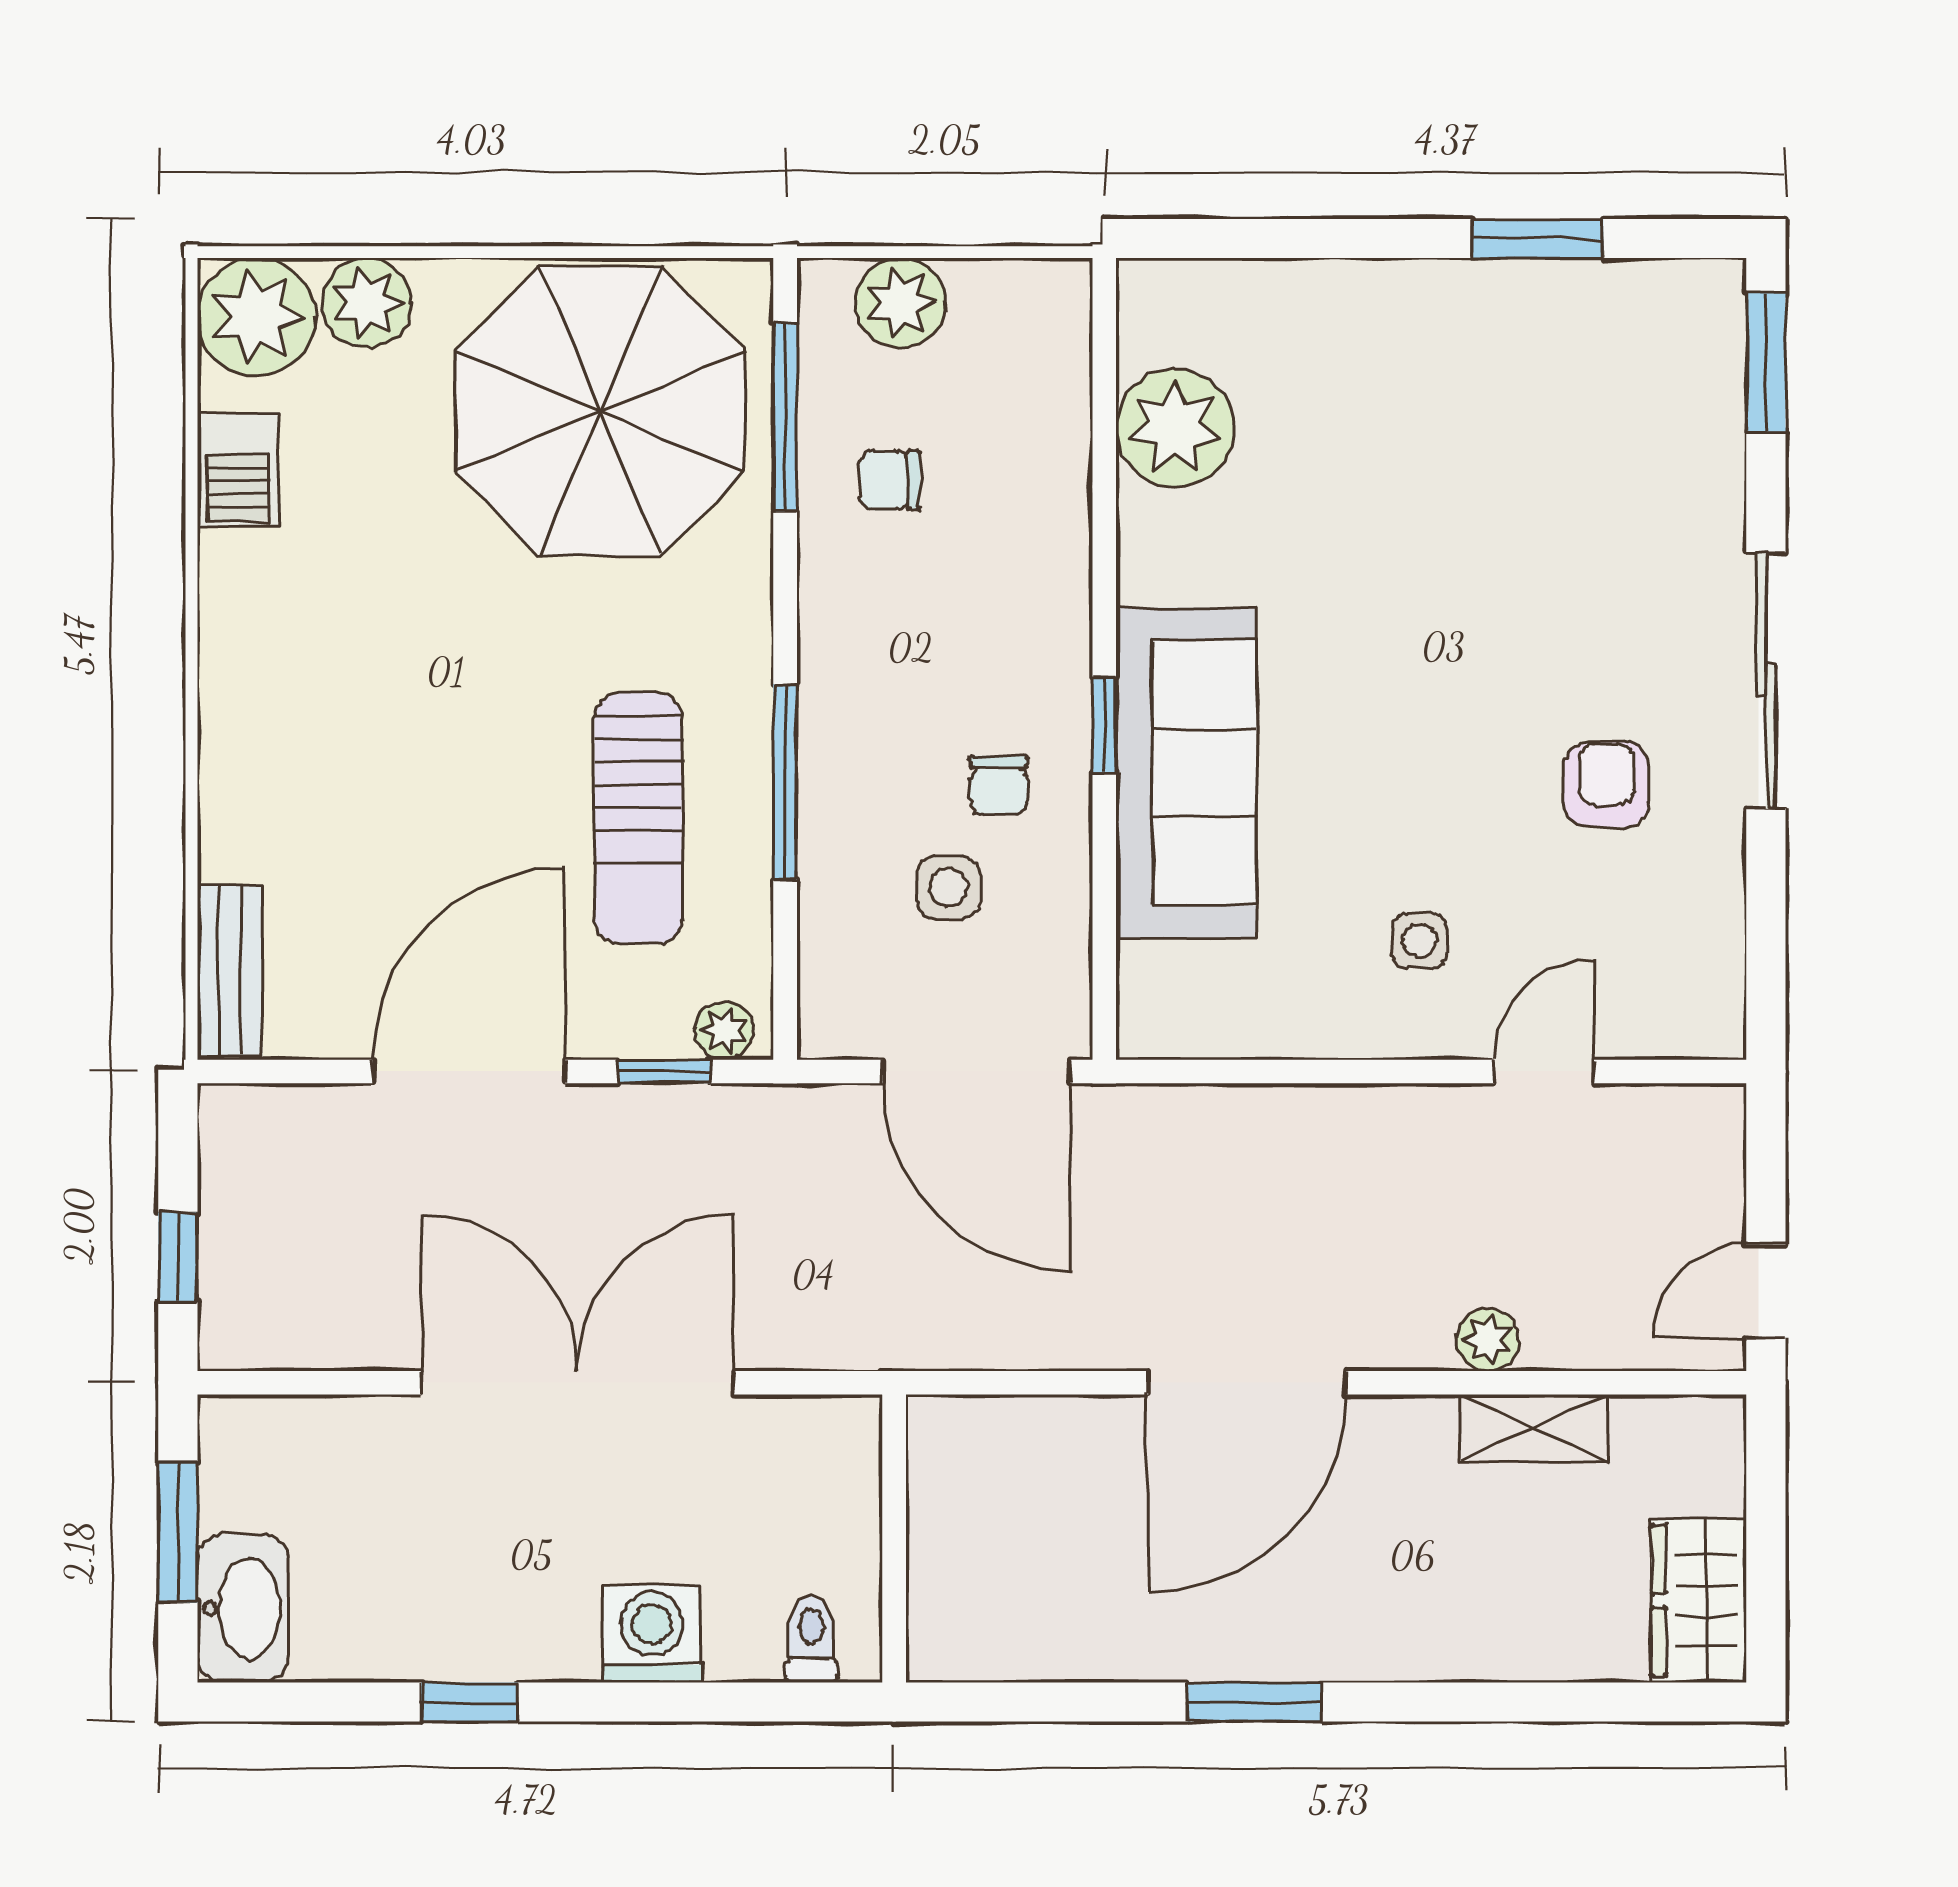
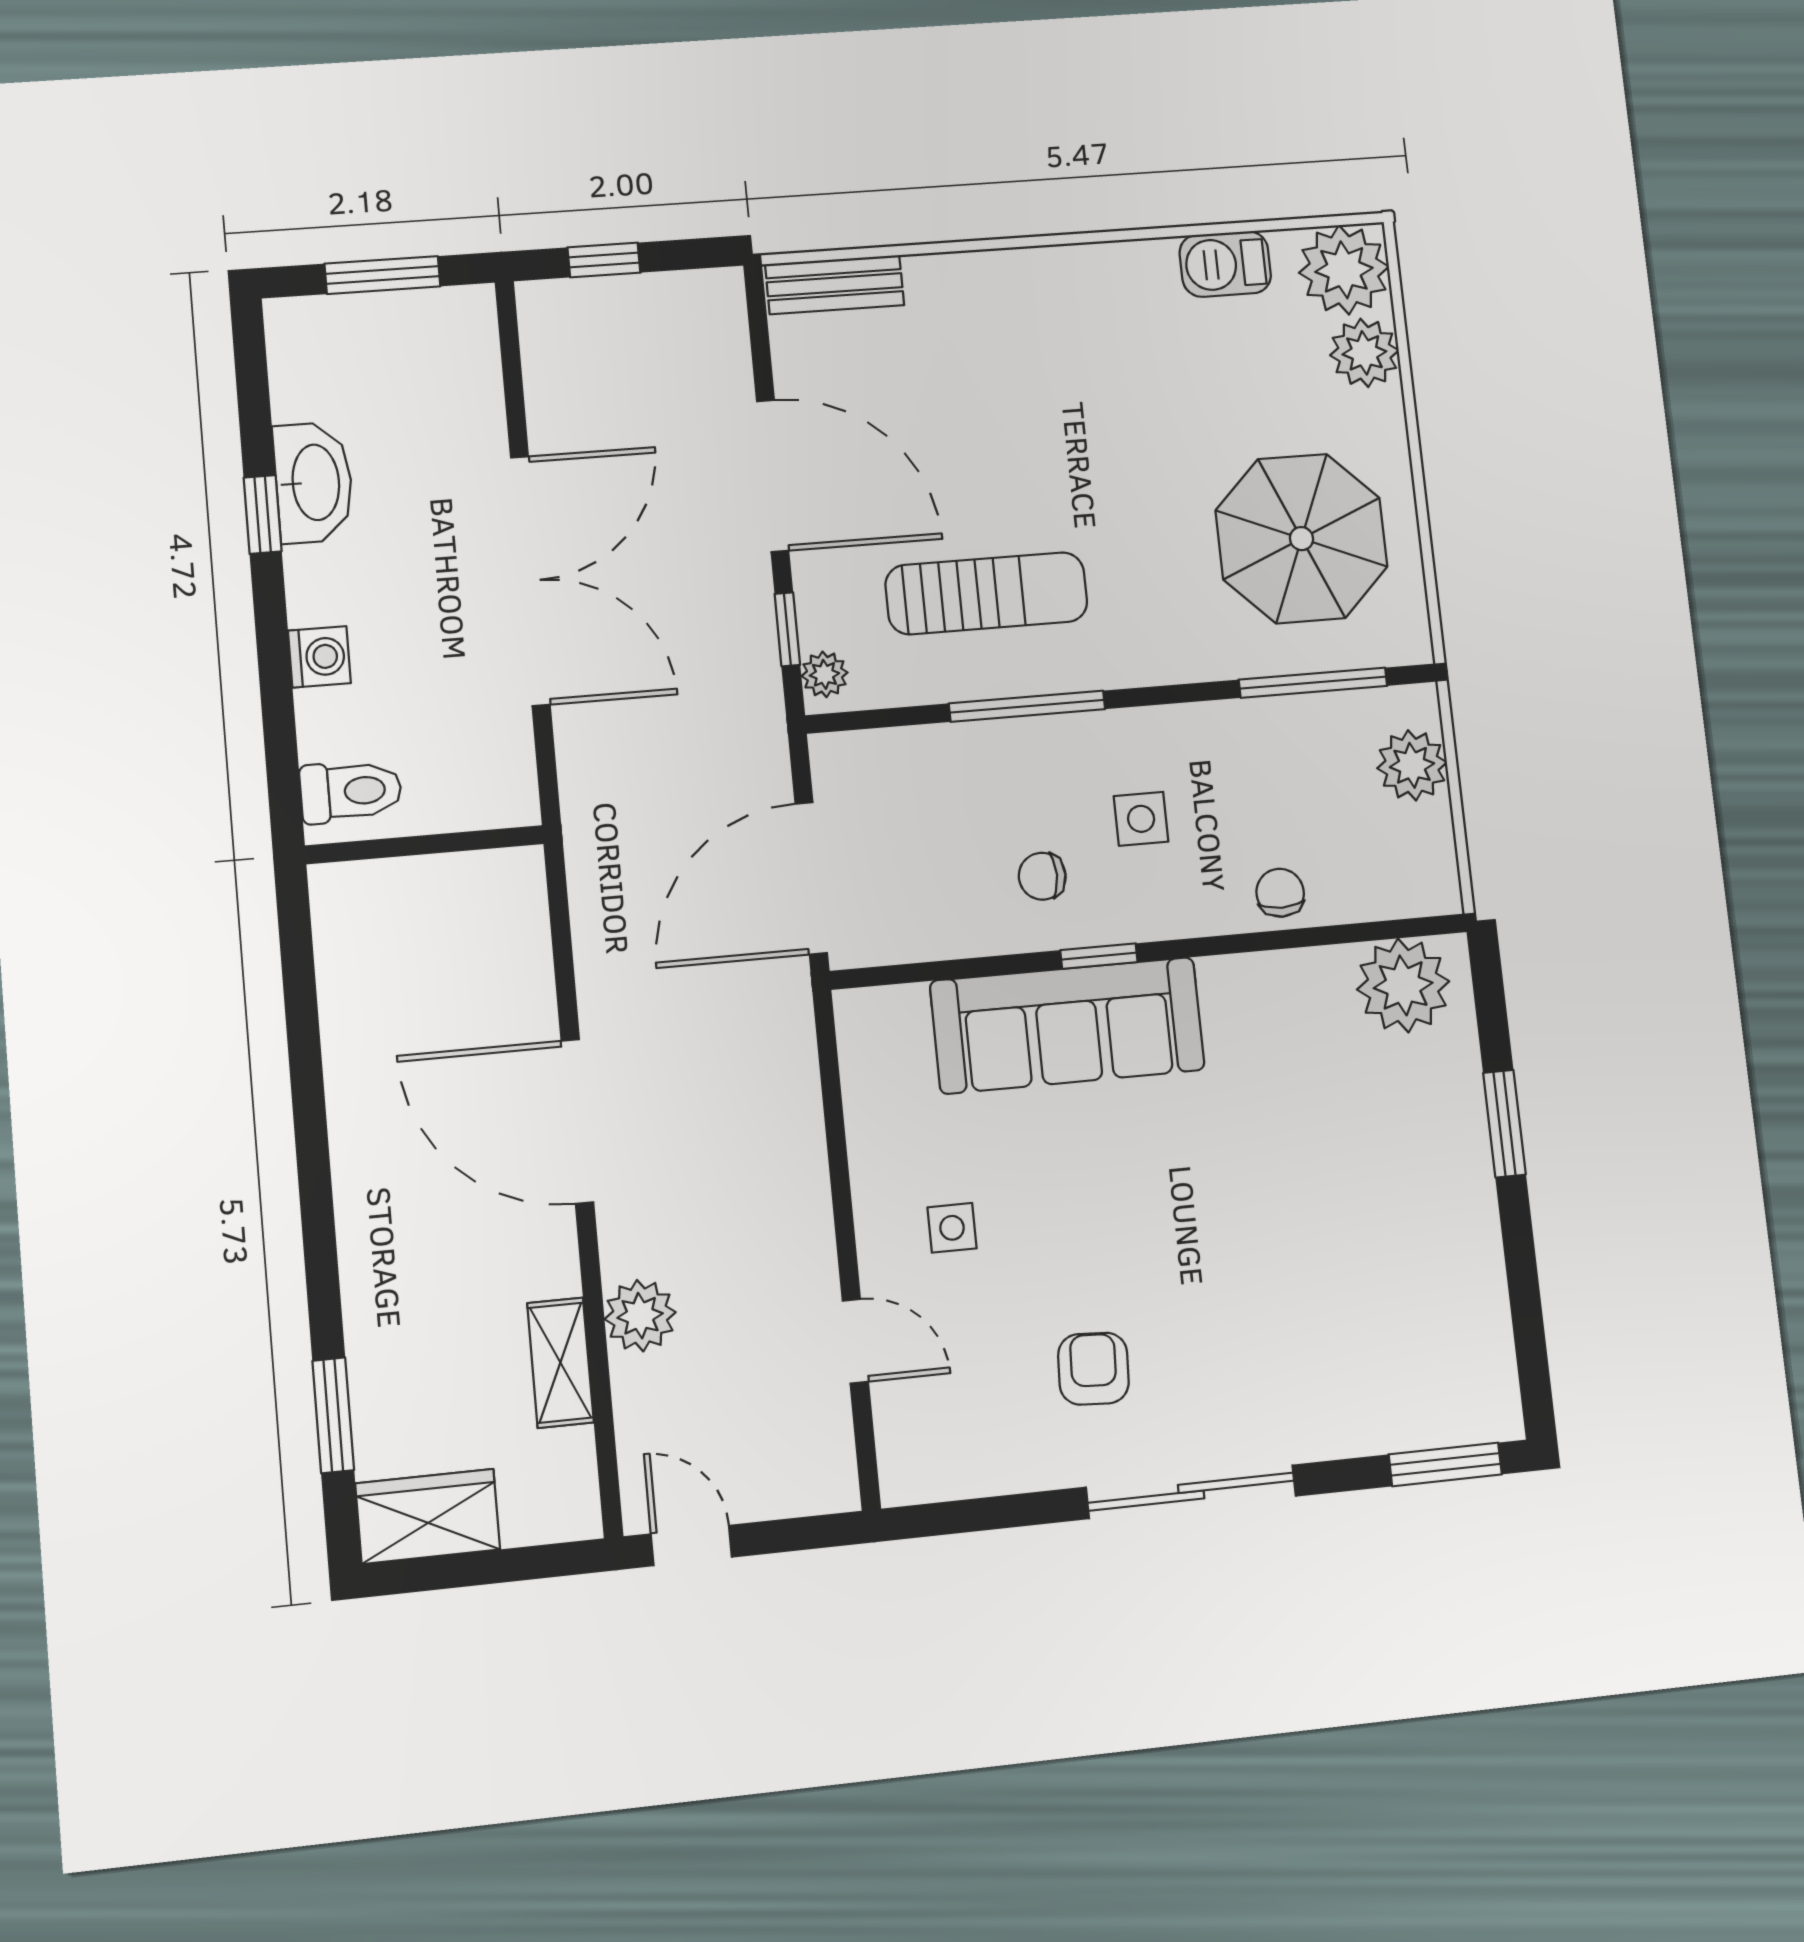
window: (1538, 238) -> (1504, 1124), moved
parasol: (600, 411) -> (1302, 539), width x0.73, depth x0.73
plant: (1175, 428) -> (1403, 985), moved
chair: (890, 480) -> (1280, 893), moved
armchair: (1606, 784) -> (1093, 1369), turned -87
sun lounger: (639, 818) -> (986, 593), turned 180
side table: (948, 887) -> (1141, 819), moved
plant: (1488, 1340) -> (640, 1316), width x1.38, depth x1.38
washbasin: (243, 1608) -> (314, 483), moved, turned -90
washing machine: (652, 1634) -> (319, 657), width x0.73, depth x0.73
toilet: (811, 1639) -> (351, 791), width x1.37, depth x1.39
window: (1254, 1702) -> (333, 1415), moved

